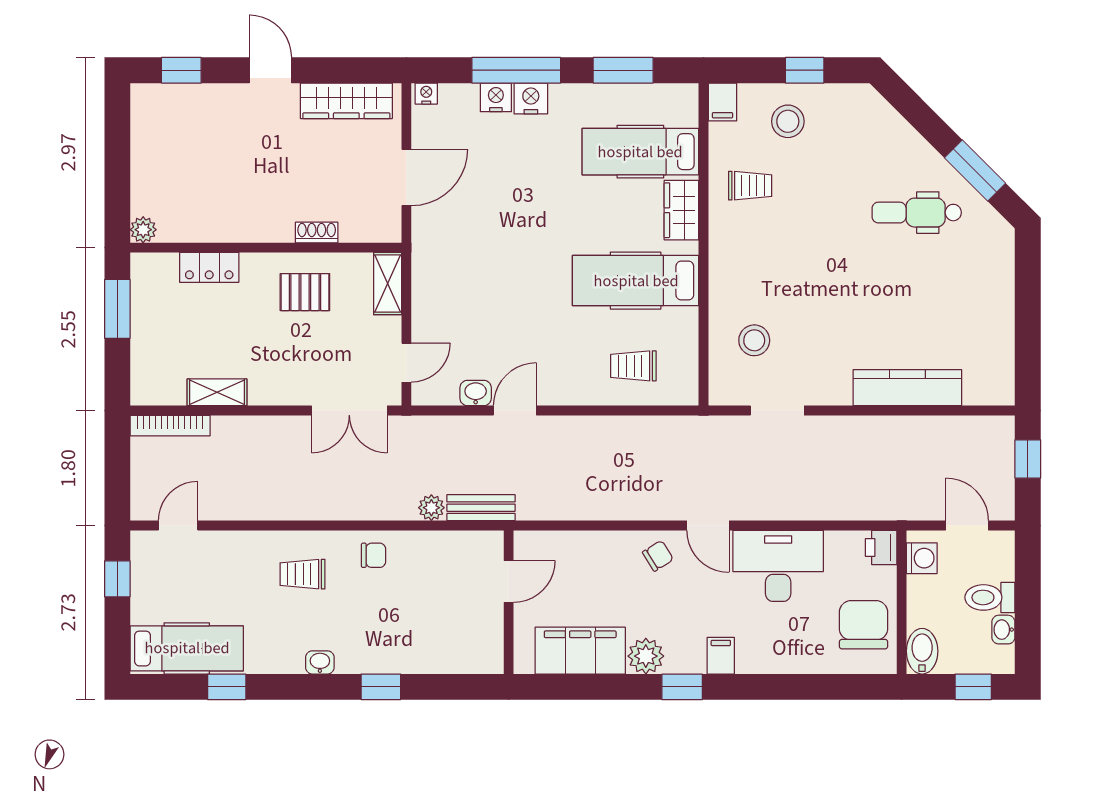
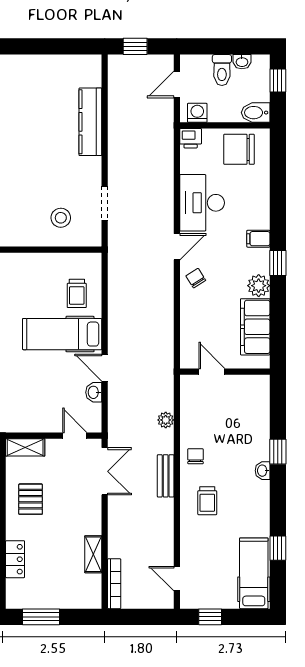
hospital bed: (636, 281) -> (62, 334), moved, turned 90
bench: (481, 508) -> (166, 476), moved
washbasin: (320, 662) -> (263, 471), moved

